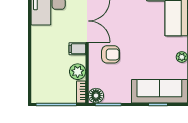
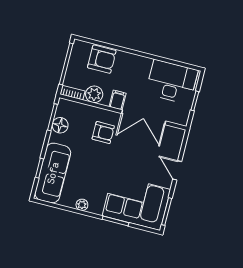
armchair: (111, 54) -> (103, 132), turned -90
armchair: (44, 73) -> (102, 59), added
floor lamp: (96, 96) -> (60, 125), moved

